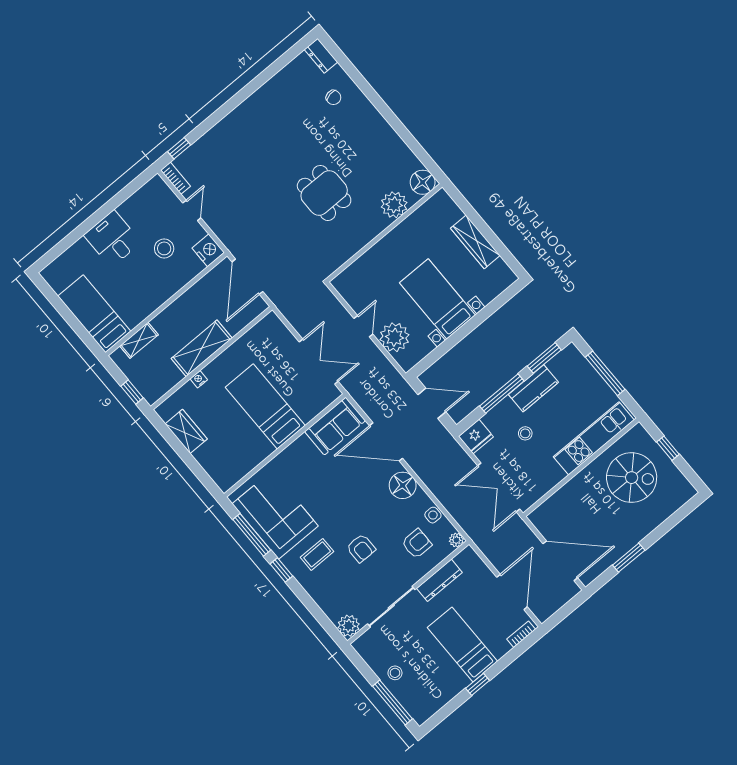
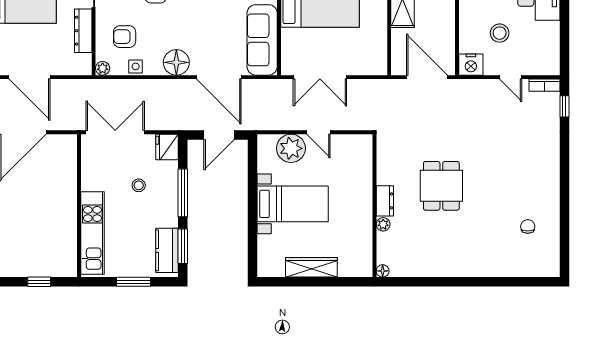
dresser: (321, 56) -> (385, 201), moved, turned 90
chair: (333, 97) -> (528, 226), moved, turned 99
floor lamp: (423, 182) -> (383, 271), width x0.53, depth x0.53
dining table: (324, 193) -> (441, 186), turned 90
plant: (394, 205) -> (383, 224), width x0.53, depth x0.53
window: (605, 373) -> (134, 282), width x0.69
kitchen counter: (533, 388) -> (167, 250), moved
sofa: (335, 426) -> (262, 40), width x1.36
door: (386, 442) -> (219, 77), swing flipped
spiral stairs: (632, 478) -> (40, 237), removed
armchair: (417, 544) -> (125, 37), turned 90

